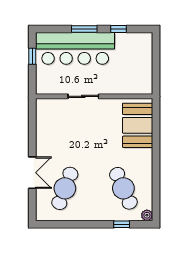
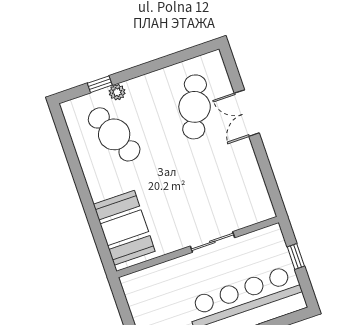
window: (32, 56) -> (296, 257), moved
plant: (147, 215) -> (117, 92), moved

